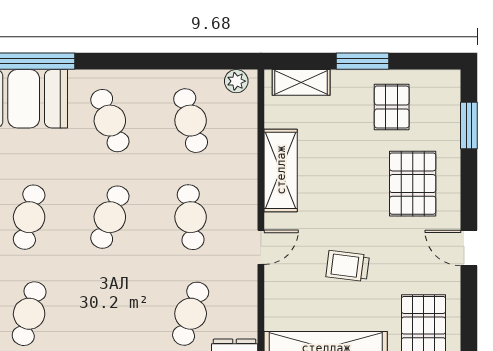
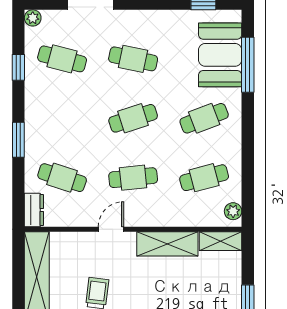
shelving: (301, 82) -> (221, 241), moved, turned 90
cafe table: (110, 217) -> (133, 118), turned -39
door: (261, 247) -> (111, 229), swing flipped

